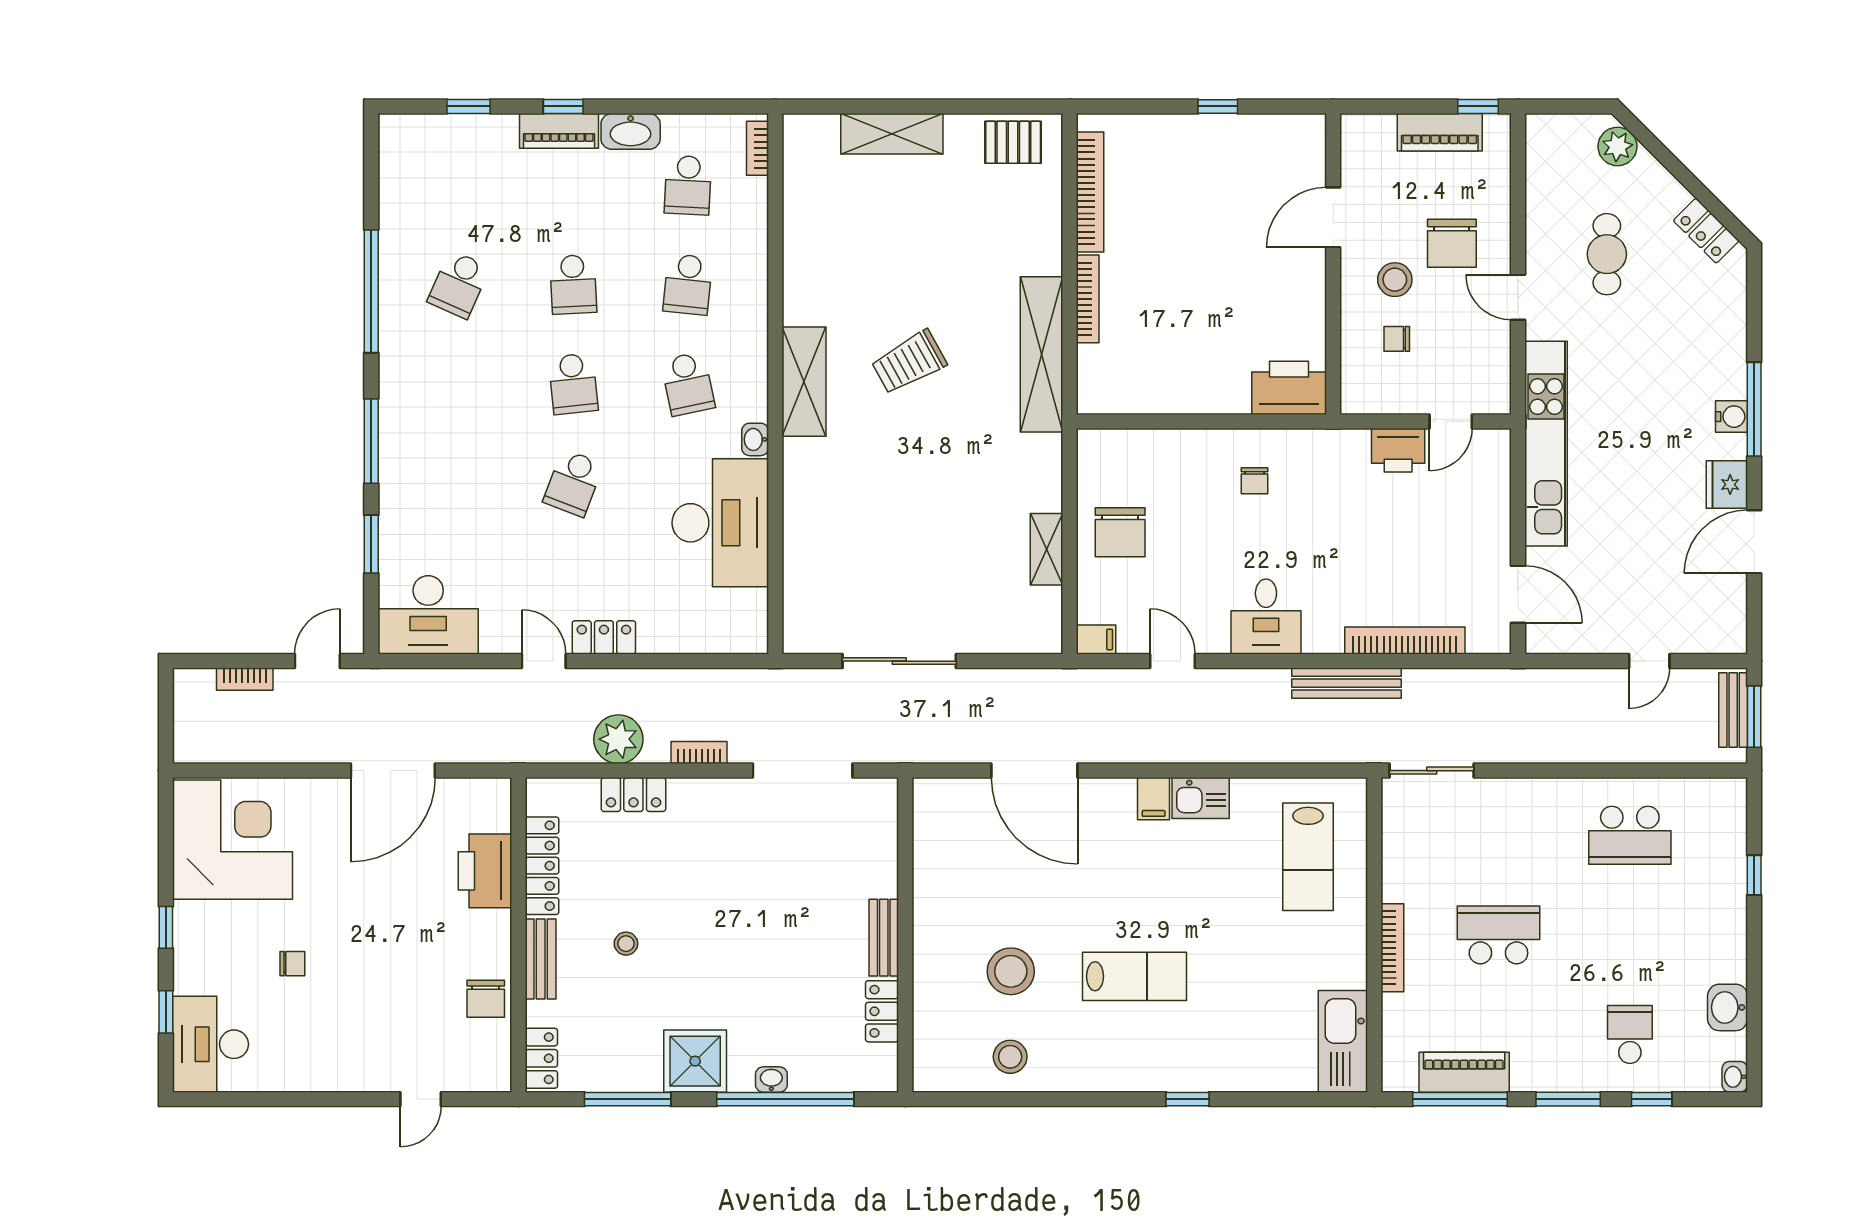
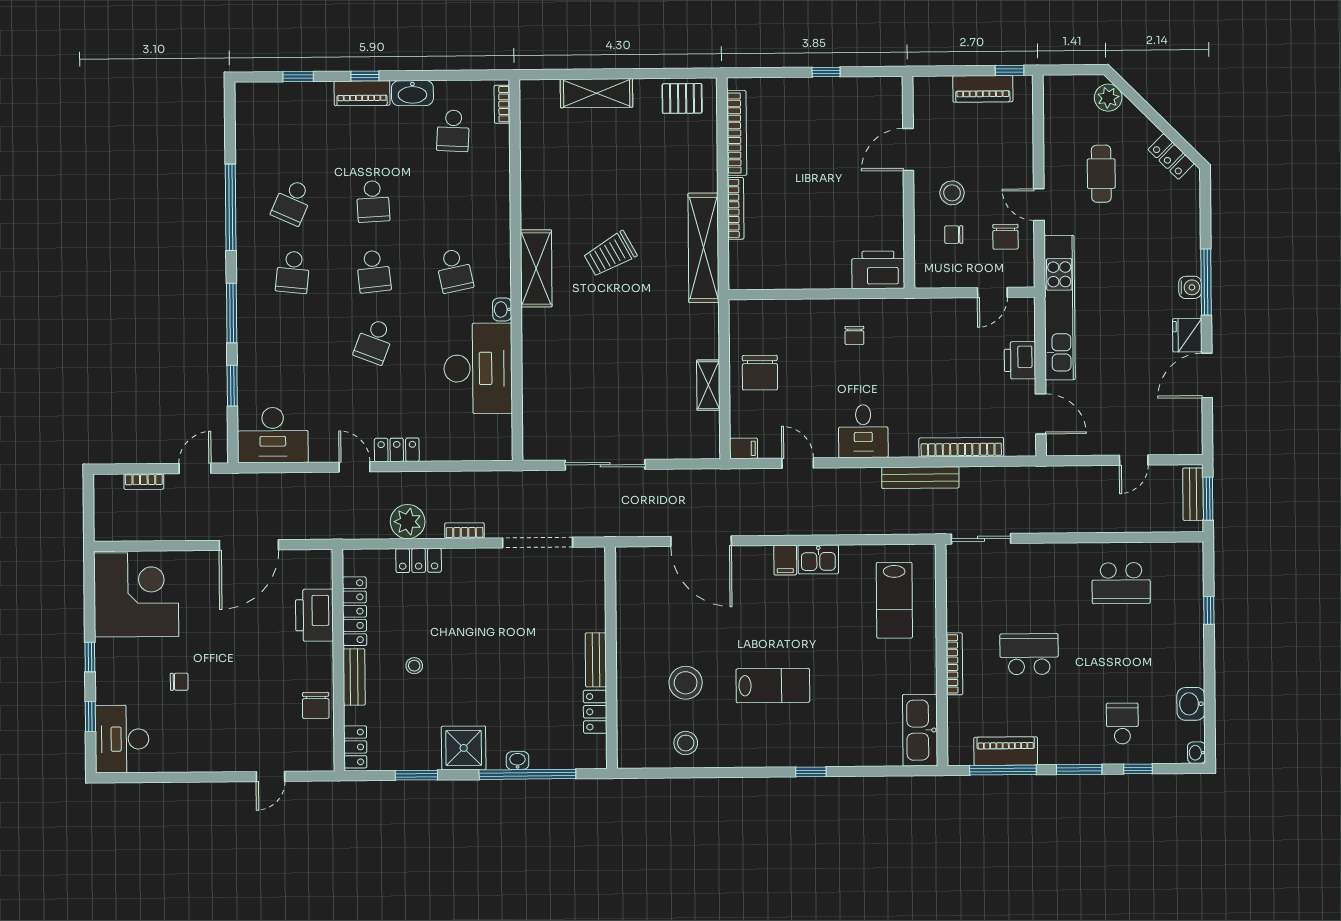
chair: (1452, 243) -> (1005, 237), moved, width x0.73, depth x0.73
school desk: (688, 284) -> (293, 272), moved
printer: (1398, 450) -> (1020, 360), moved, turned 90
window: (628, 1099) -> (416, 775), width x0.69

